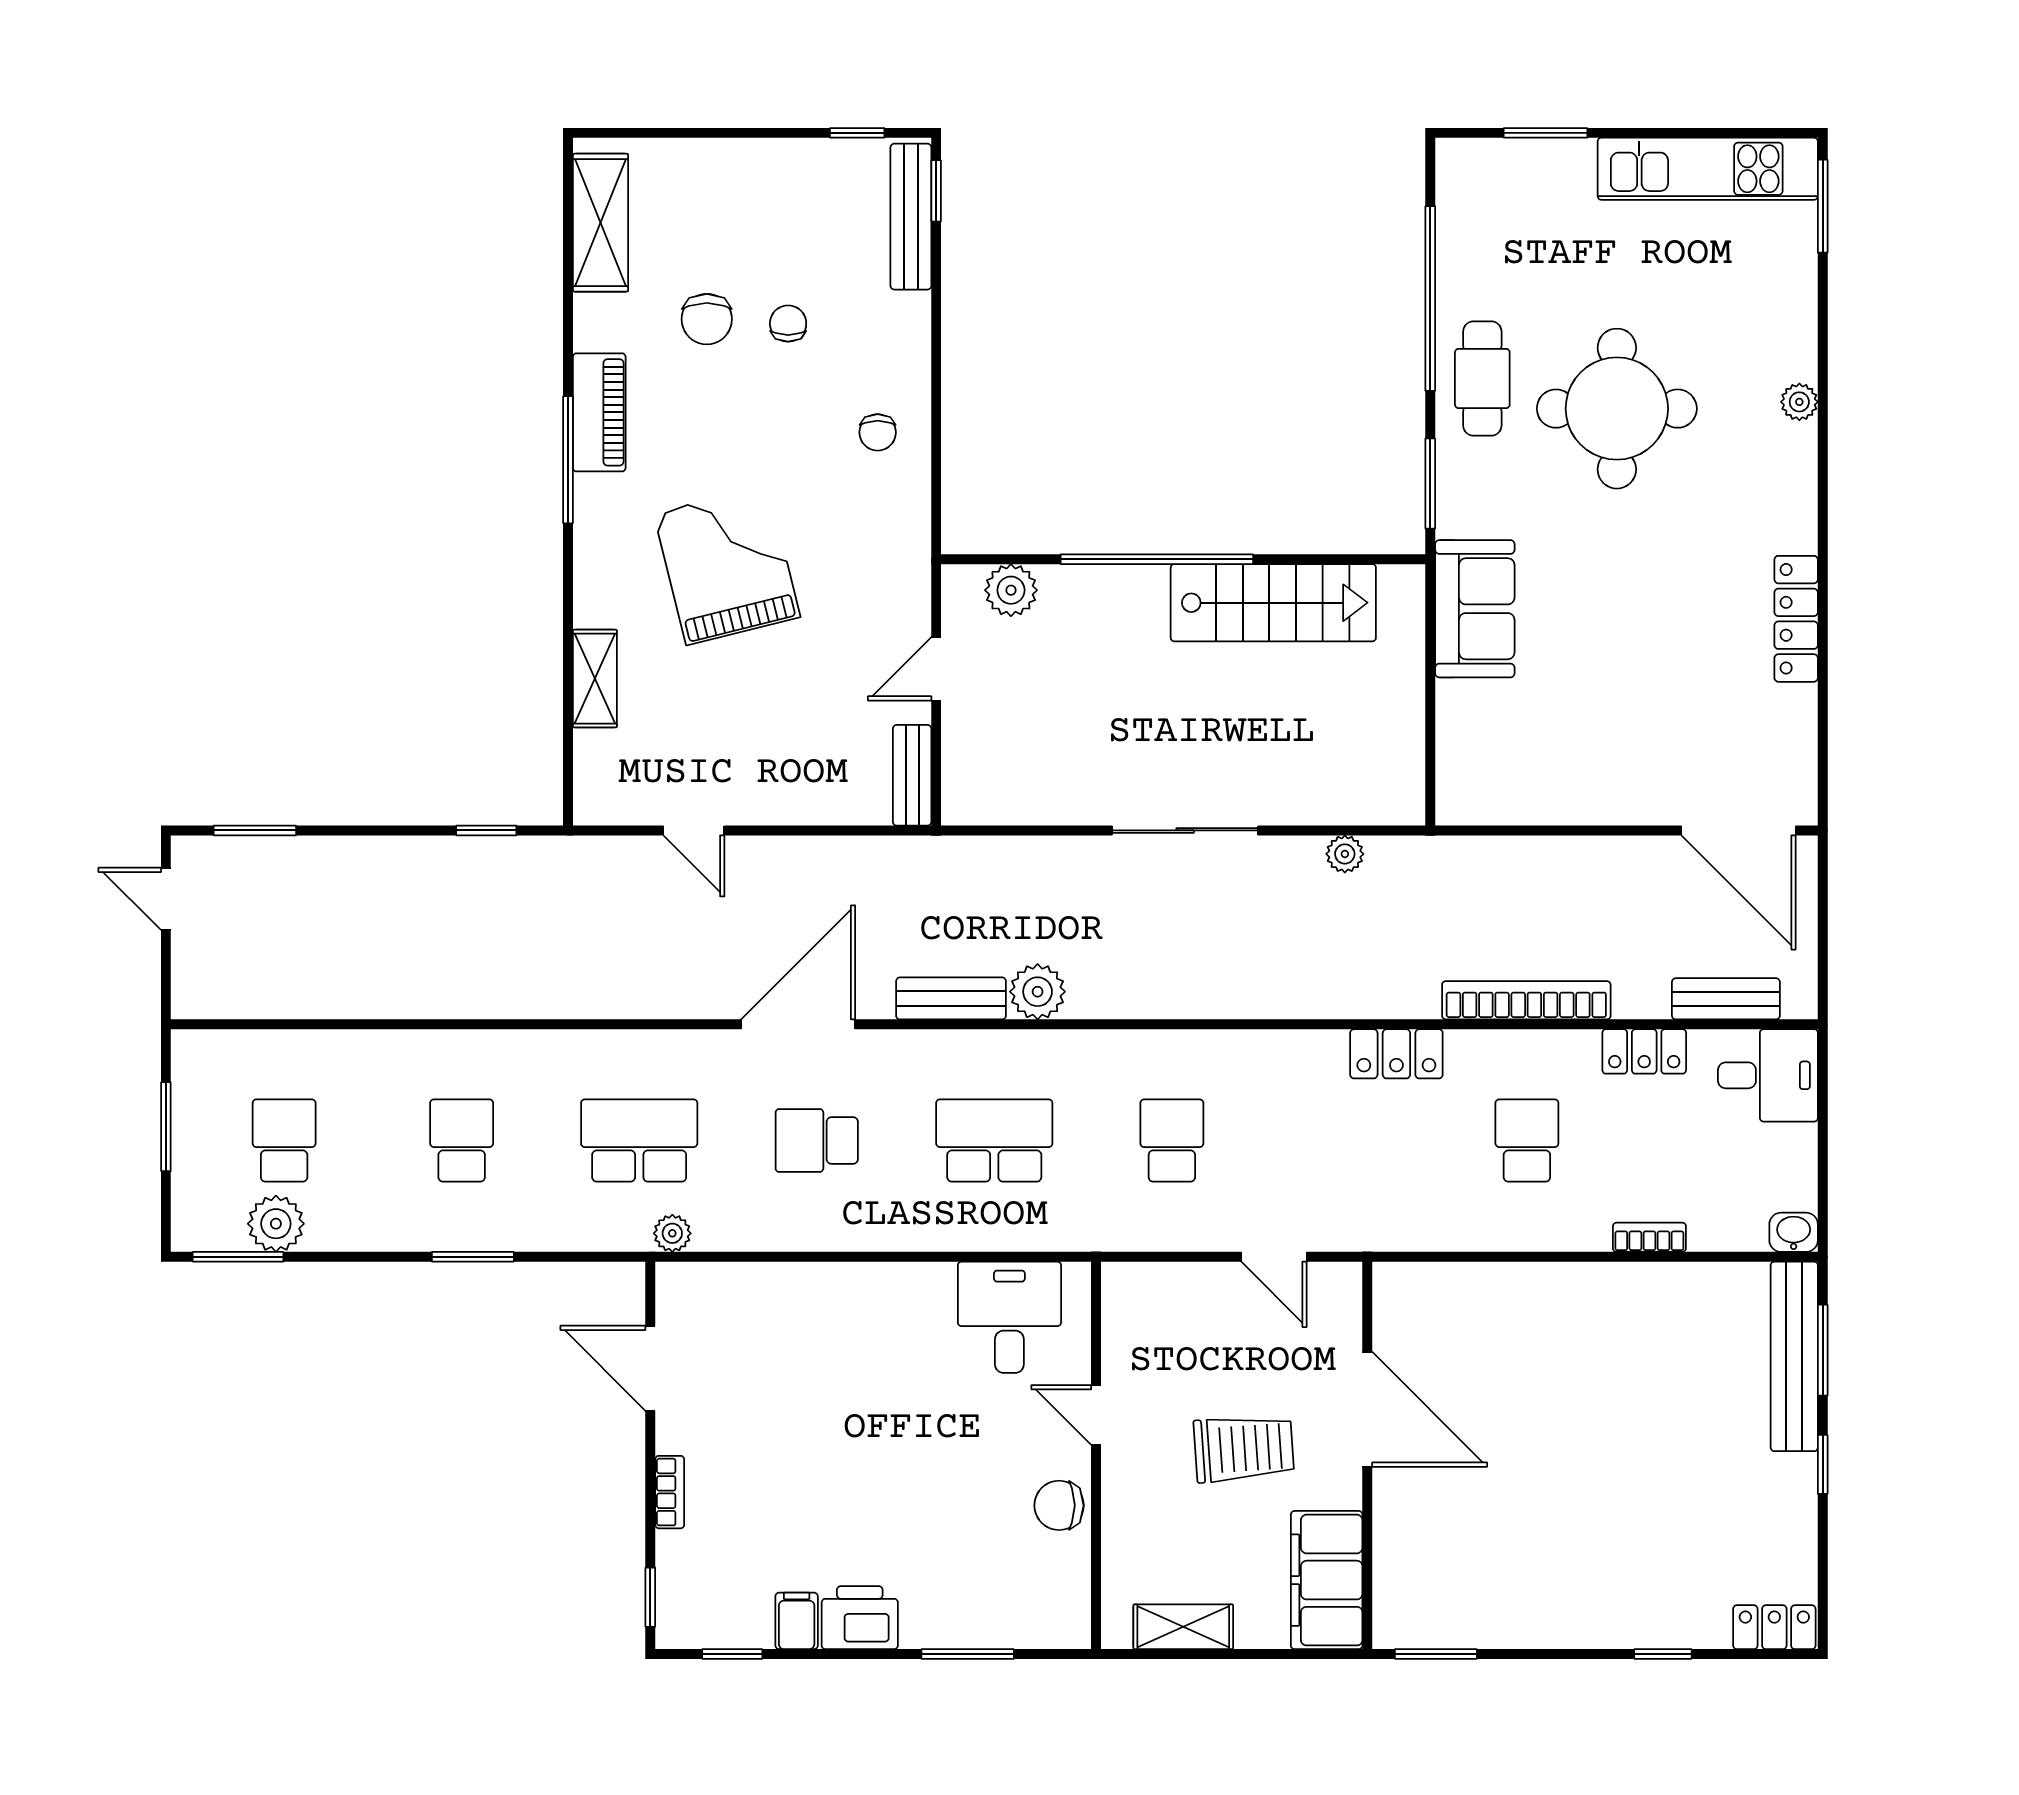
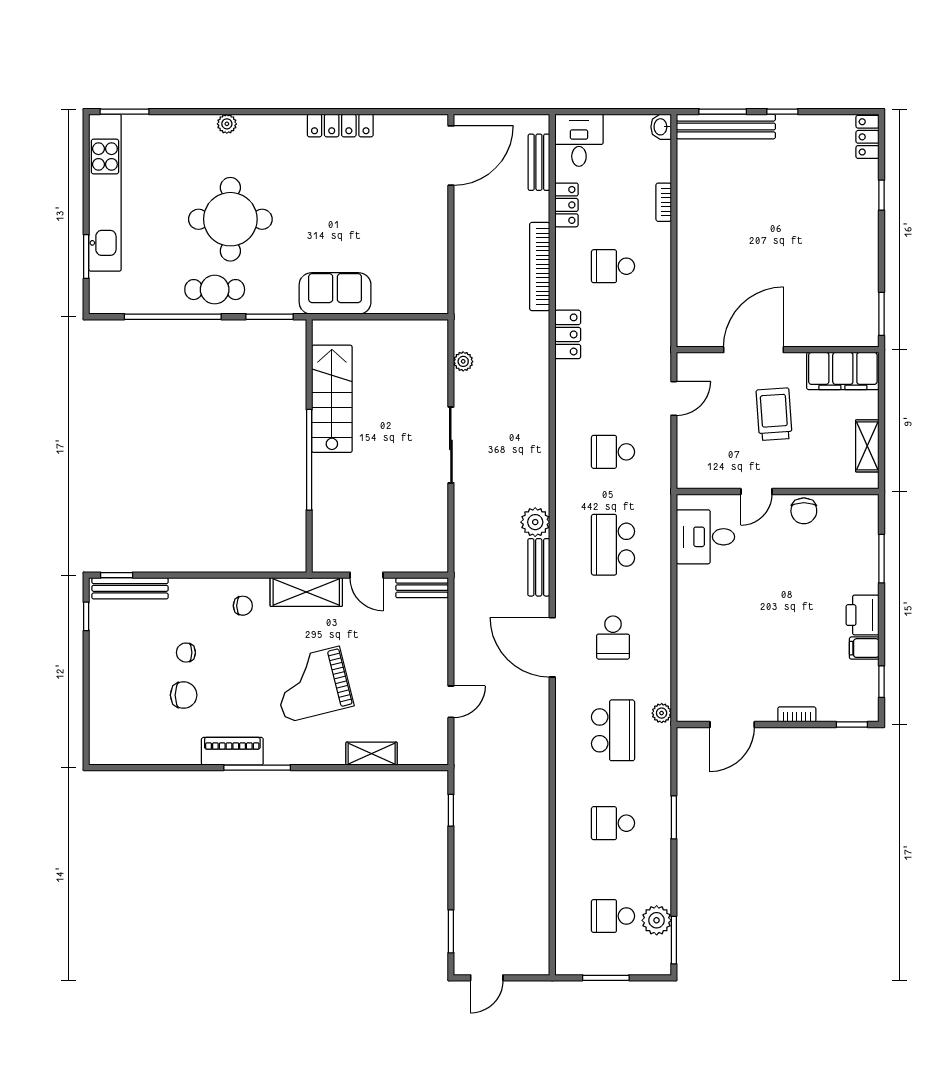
kitchen unit: (1708, 169) -> (105, 193), width x1.36
shelving: (600, 223) -> (306, 592), moved
plant: (1011, 590) -> (325, 536), removed
school desk: (639, 1140) -> (613, 730), turned 180

